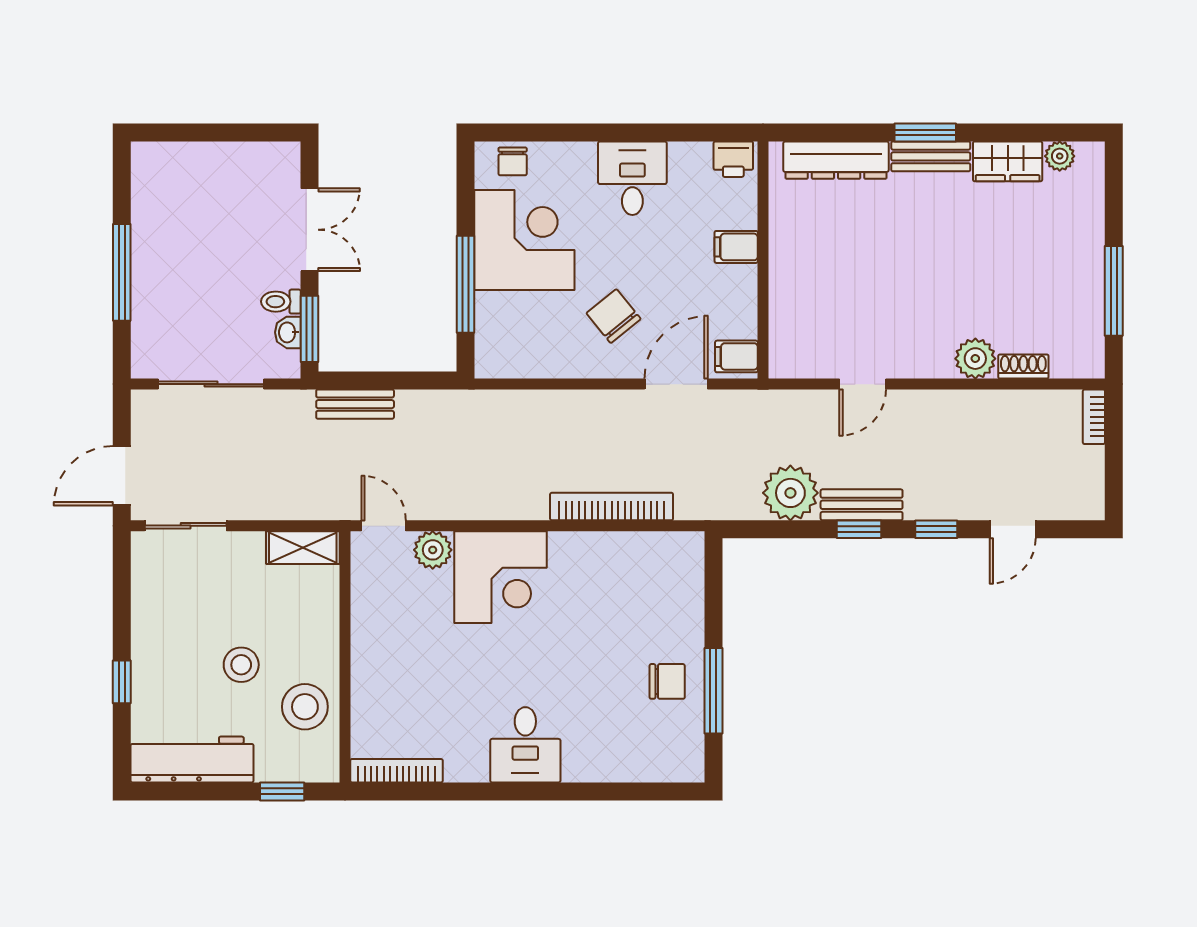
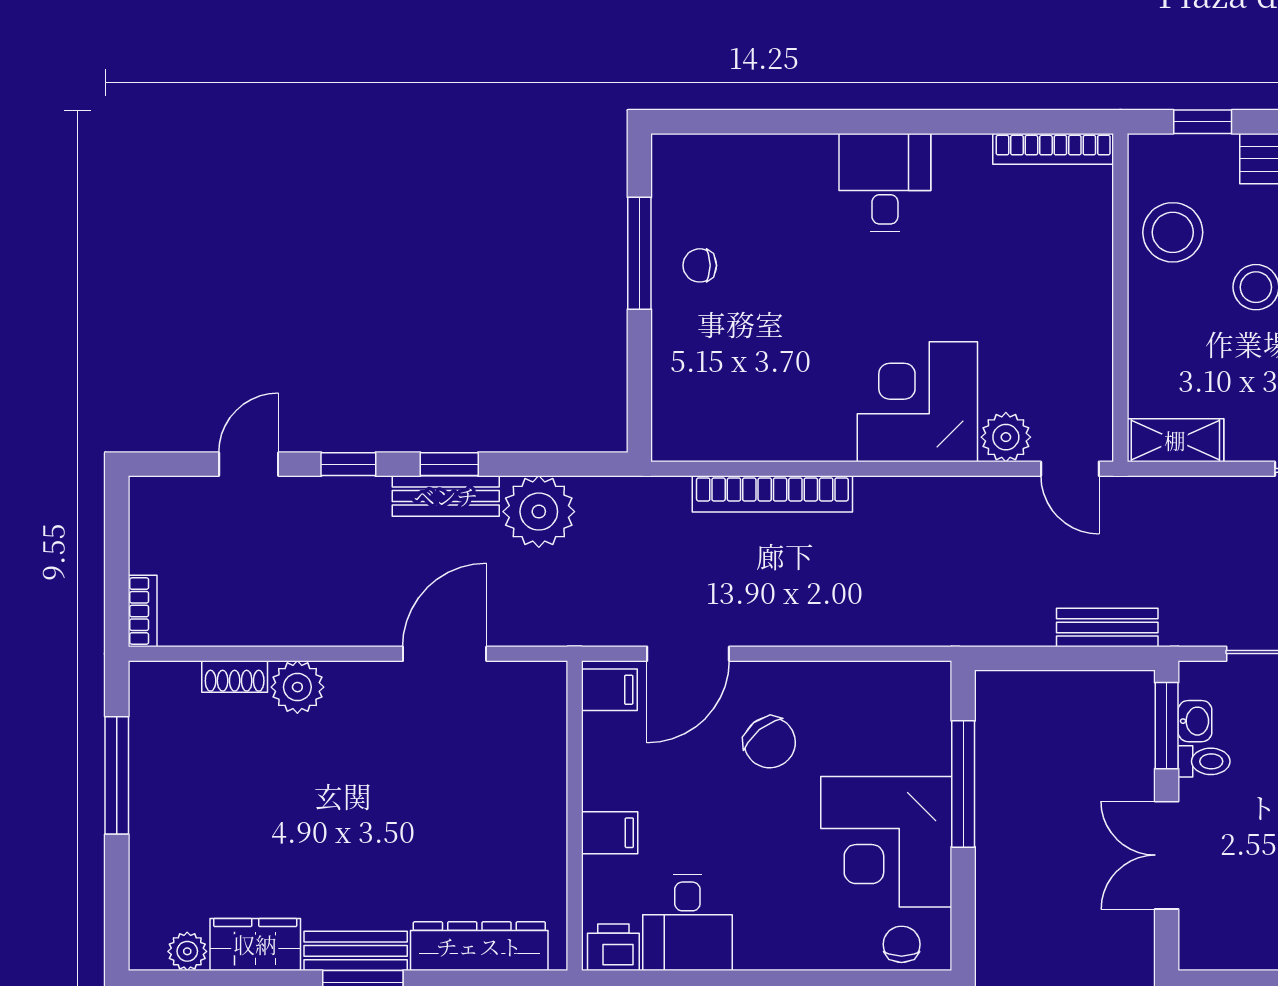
desk: (632, 178) -> (687, 922), moved
door: (863, 384) -> (445, 654), width x1.37
chair: (667, 681) -> (700, 265), width x0.73, depth x0.73

